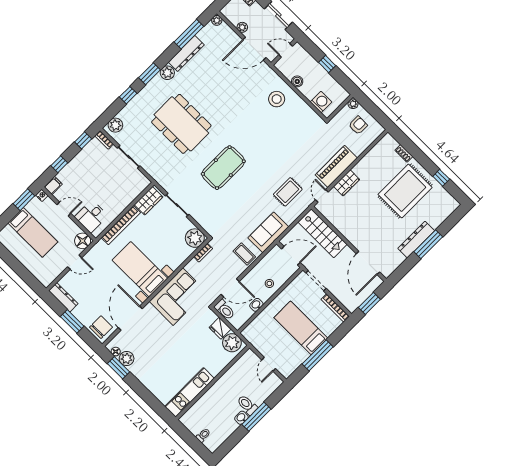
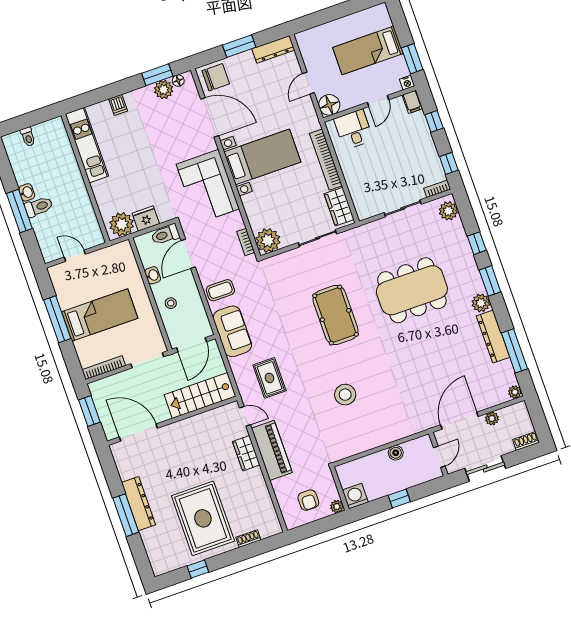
stool: (277, 99) -> (345, 395), moved
washing machine: (321, 102) -> (355, 496), moved, turned 180
chair: (101, 327) -> (216, 77), turned -90
dishwasher: (152, 384) -> (118, 105), added

